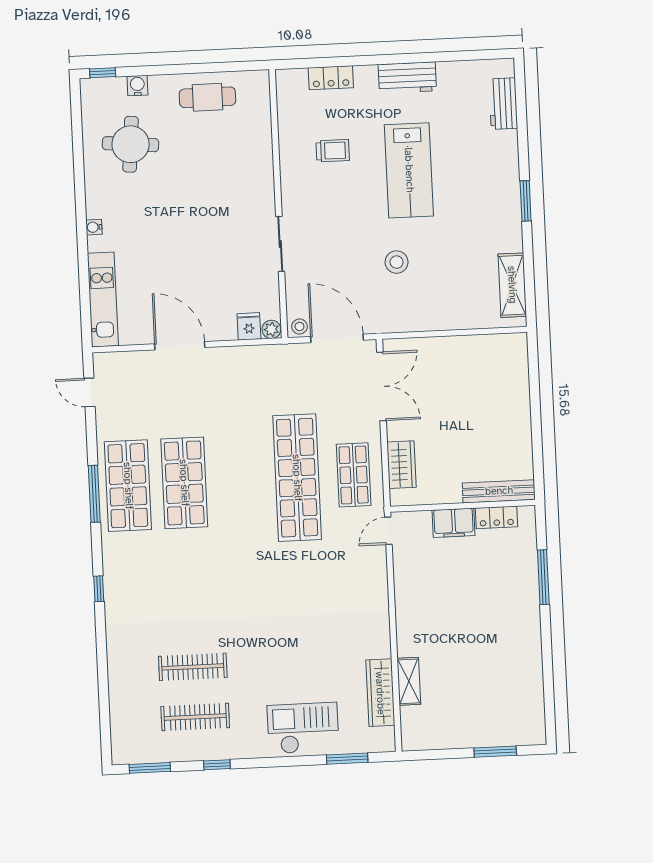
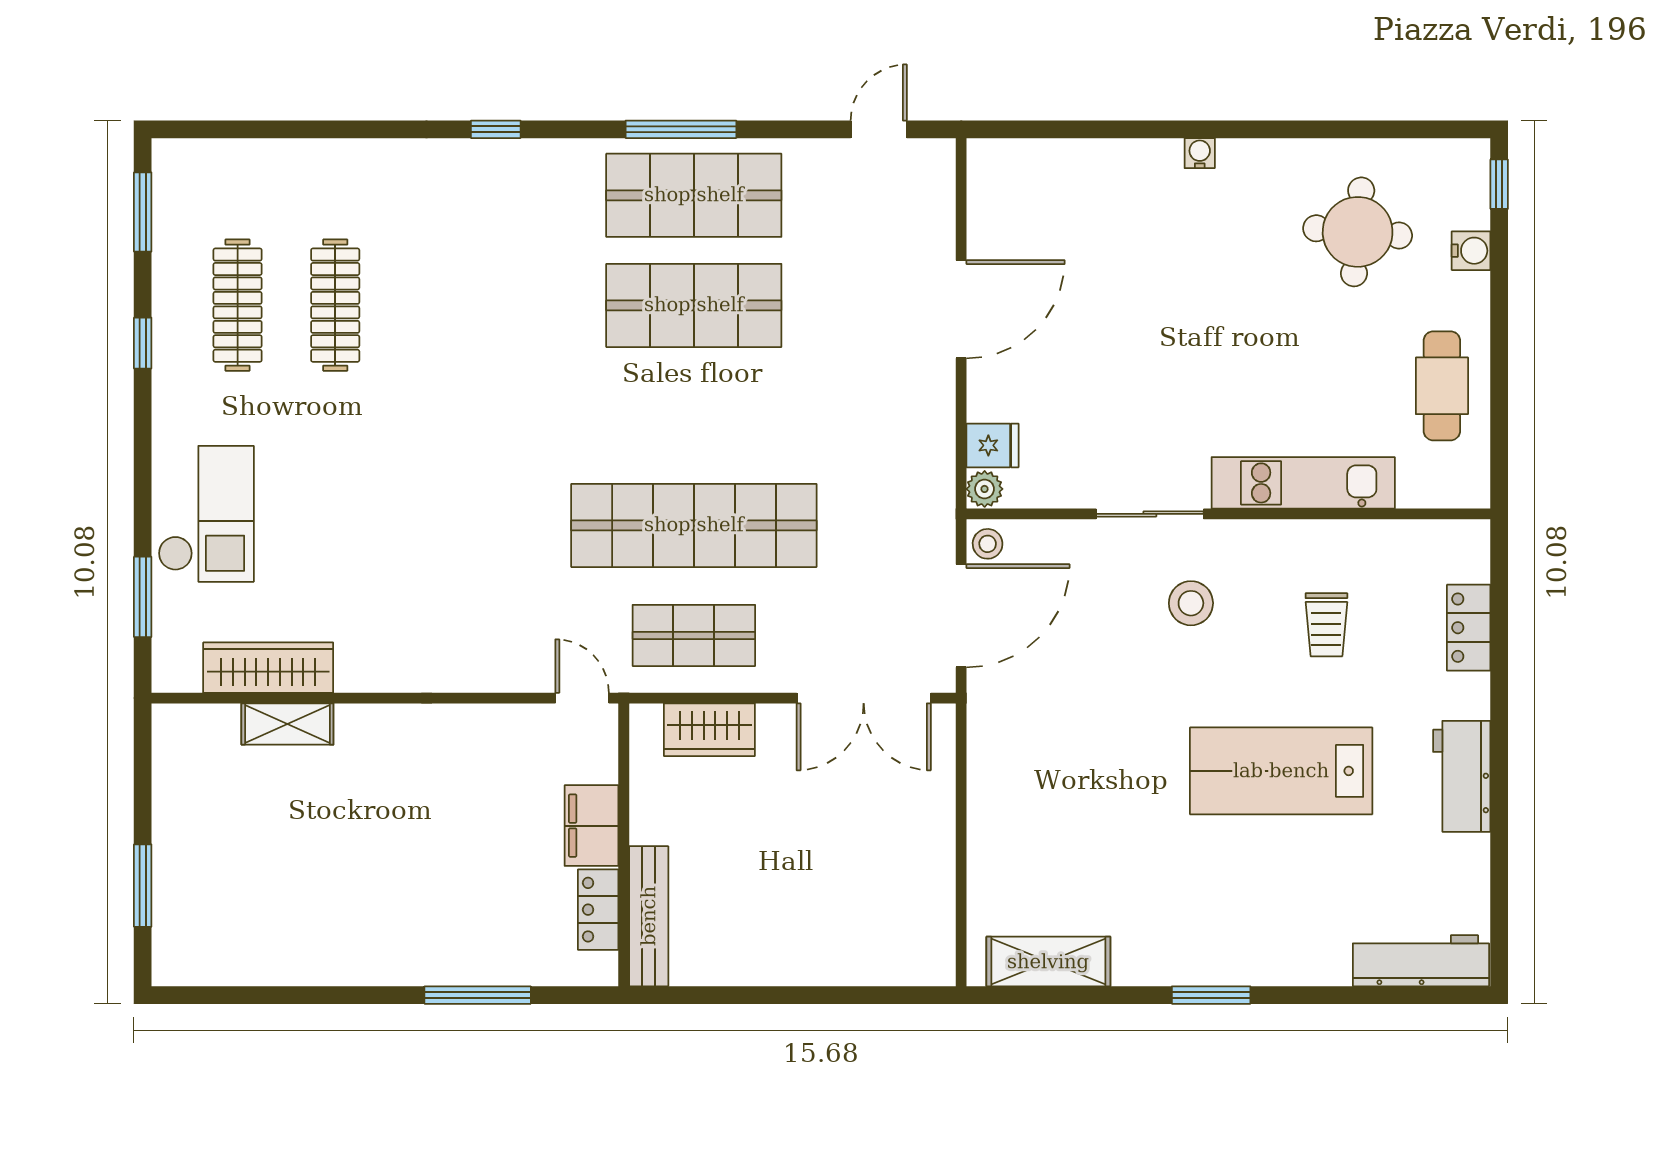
workbench: (503, 104) -> (1421, 961), width x1.38
stool: (397, 262) -> (1191, 603), moved
kitchen unit: (103, 300) -> (1303, 483), moved, turned 180

